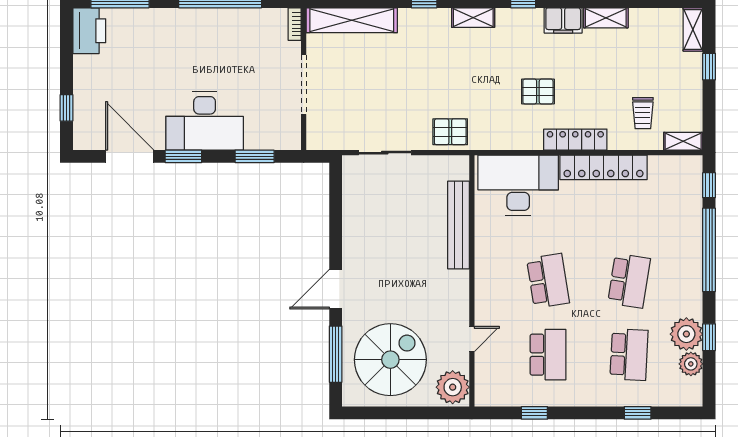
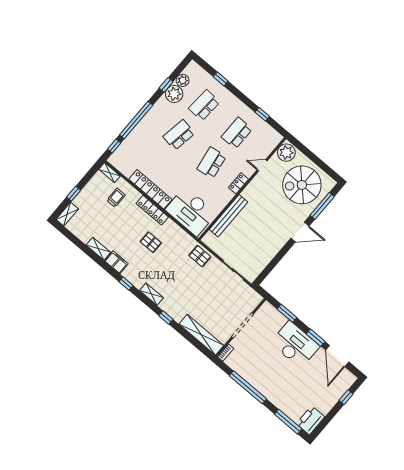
locker: (484, 284) -> (239, 183), added

